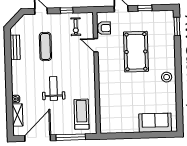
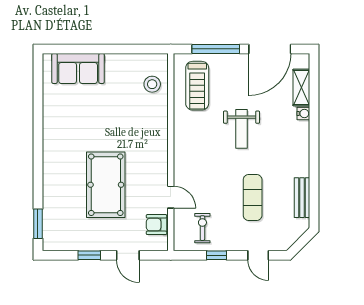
stool: (167, 77) -> (152, 84), moved

